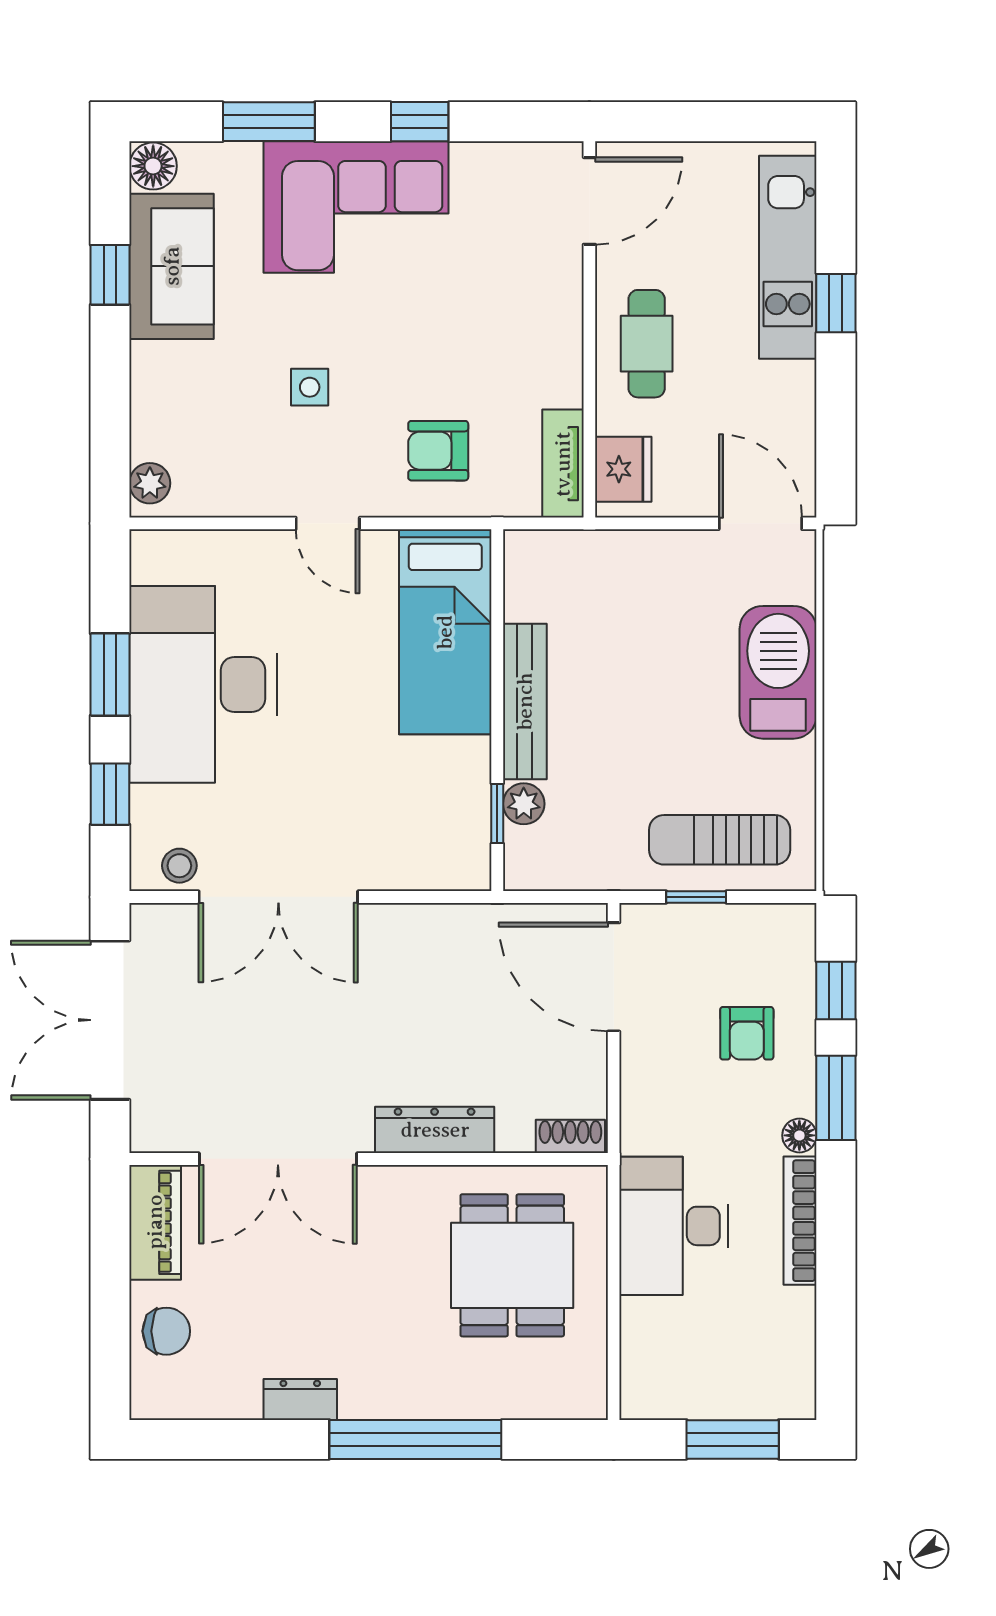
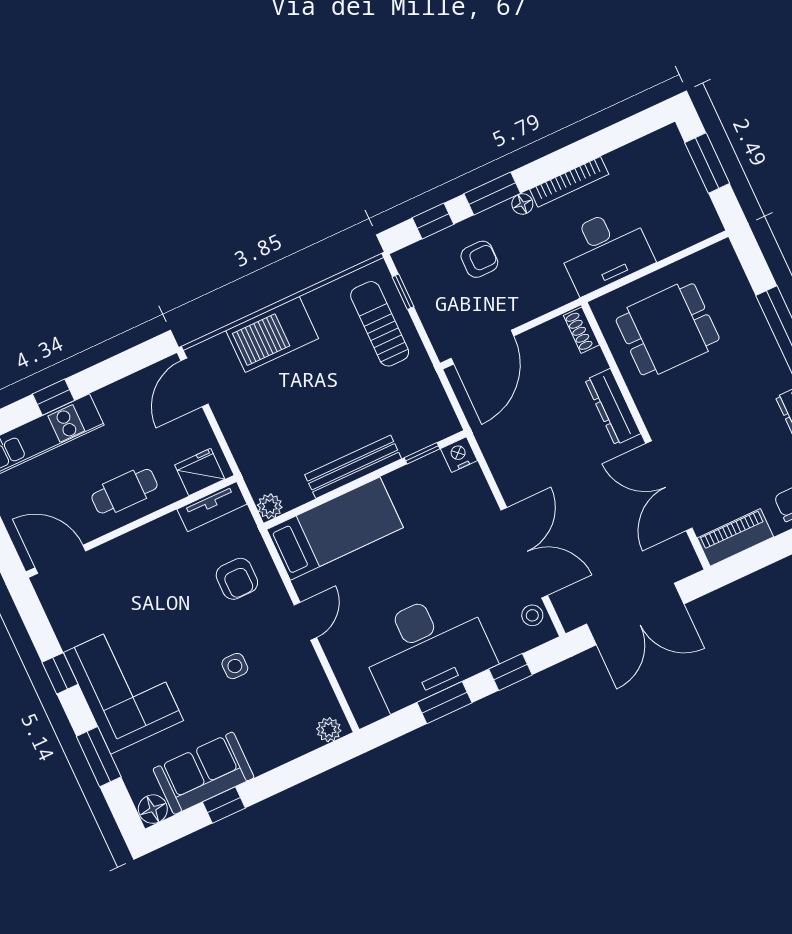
plant: (524, 804) -> (270, 506), moved
sun lounger: (720, 840) -> (380, 324), turned 180
nightstand: (470, 868) -> (459, 455), added
window: (696, 897) -> (403, 292), moved
double door: (278, 1159) -> (669, 486), swing flipped

